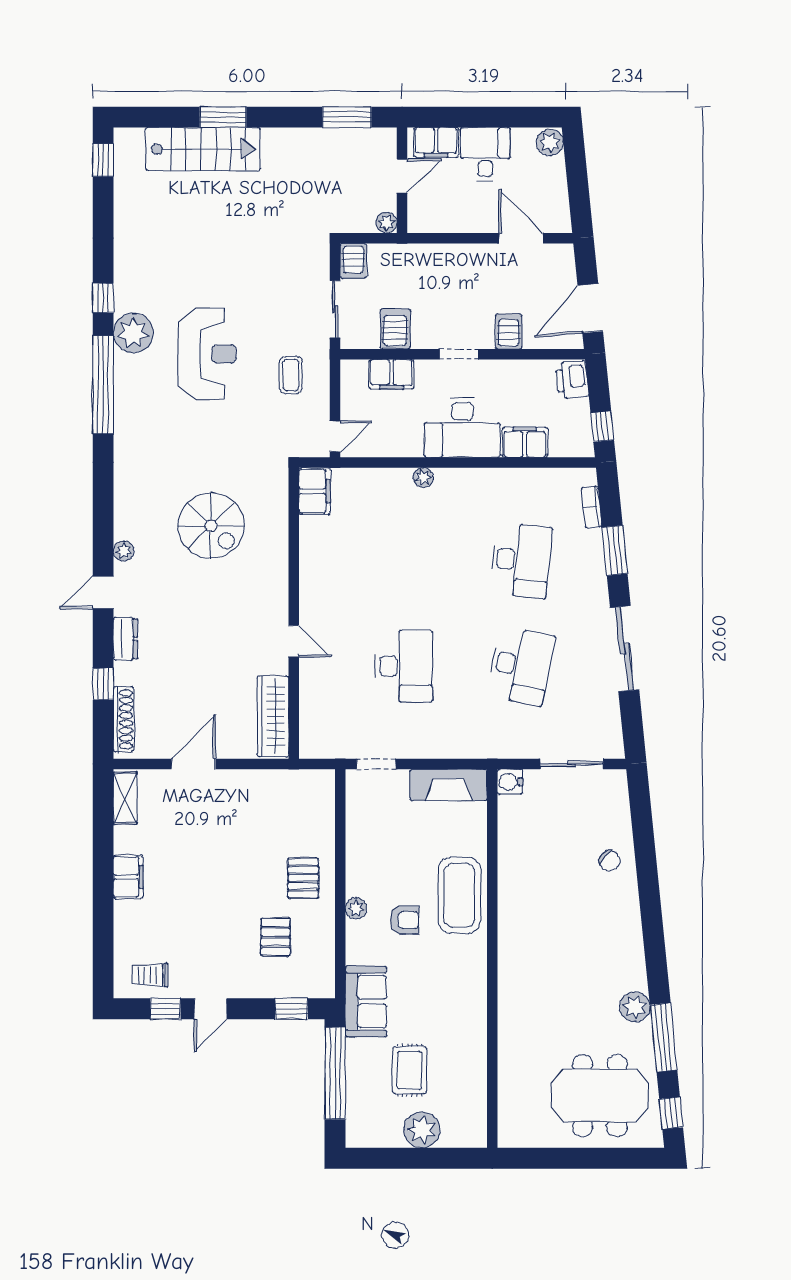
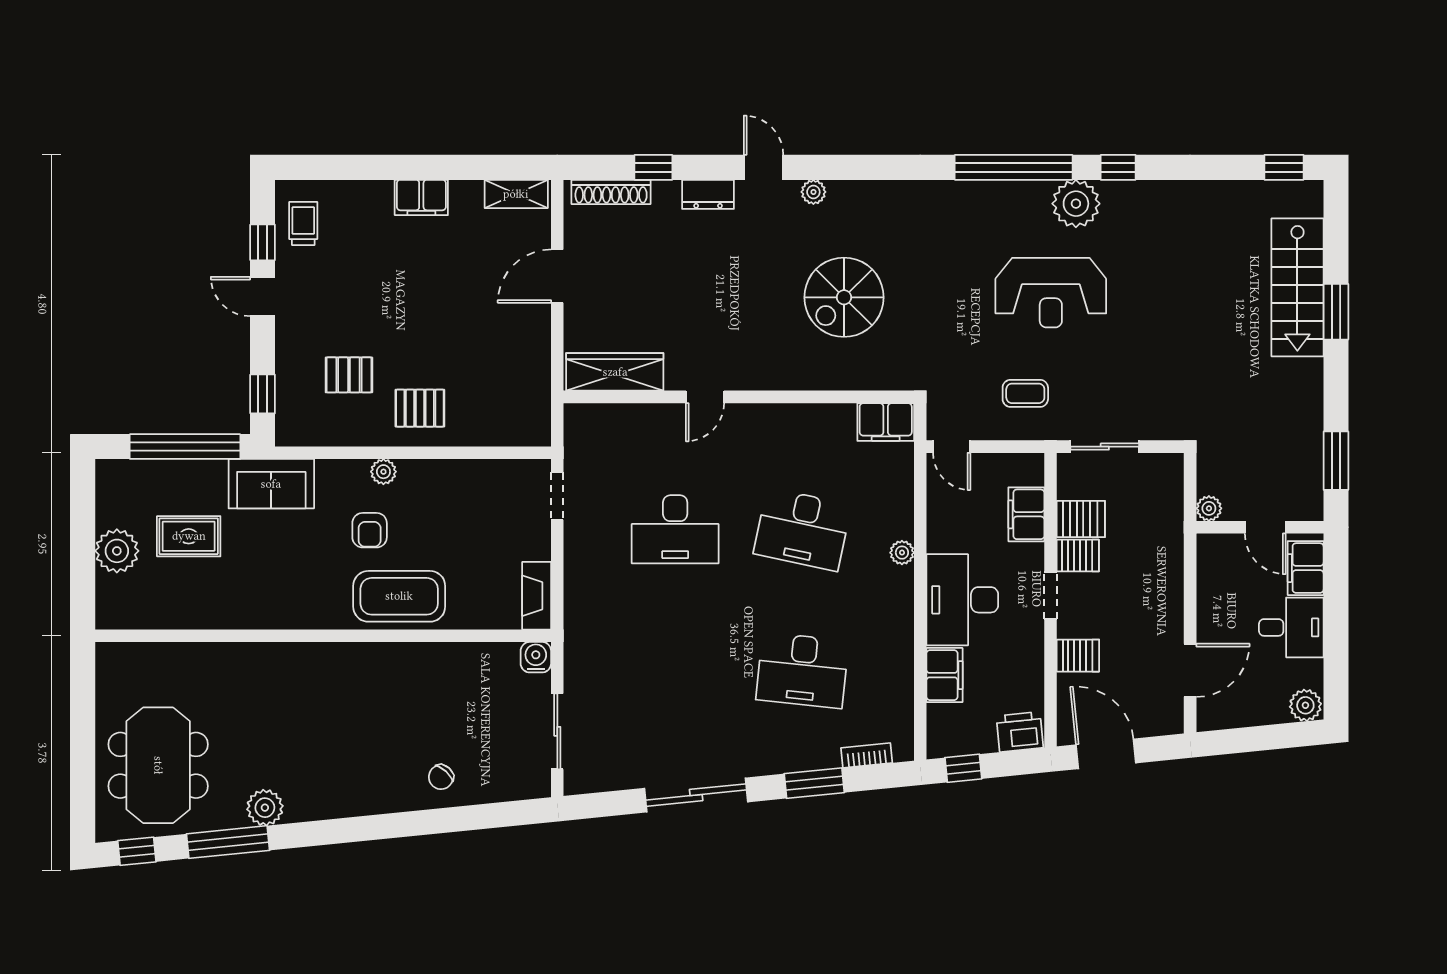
server rack: (353, 261) -> (1078, 556), moved, turned 180
desk: (521, 666) -> (802, 529), moved
door: (193, 764) -> (557, 276), swing flipped
fireplace: (449, 785) -> (537, 596), width x0.73, depth x0.76

